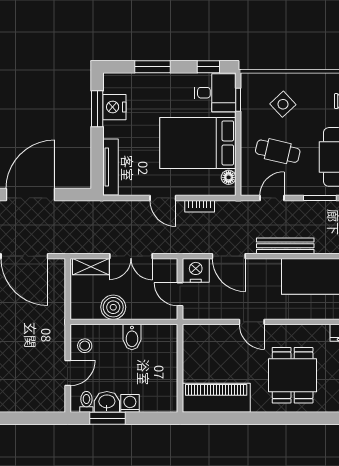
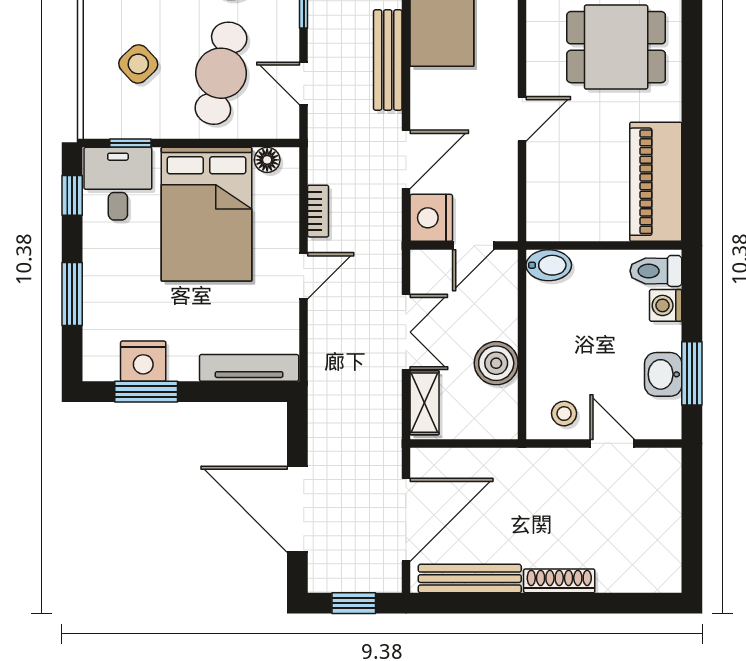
cafe table: (278, 151) -> (221, 73), width x1.37, depth x1.35
bidet: (132, 337) -> (549, 265), moved
toilet: (86, 402) -> (656, 271), moved, width x1.37, depth x1.39
washing machine: (130, 403) -> (666, 305), moved

